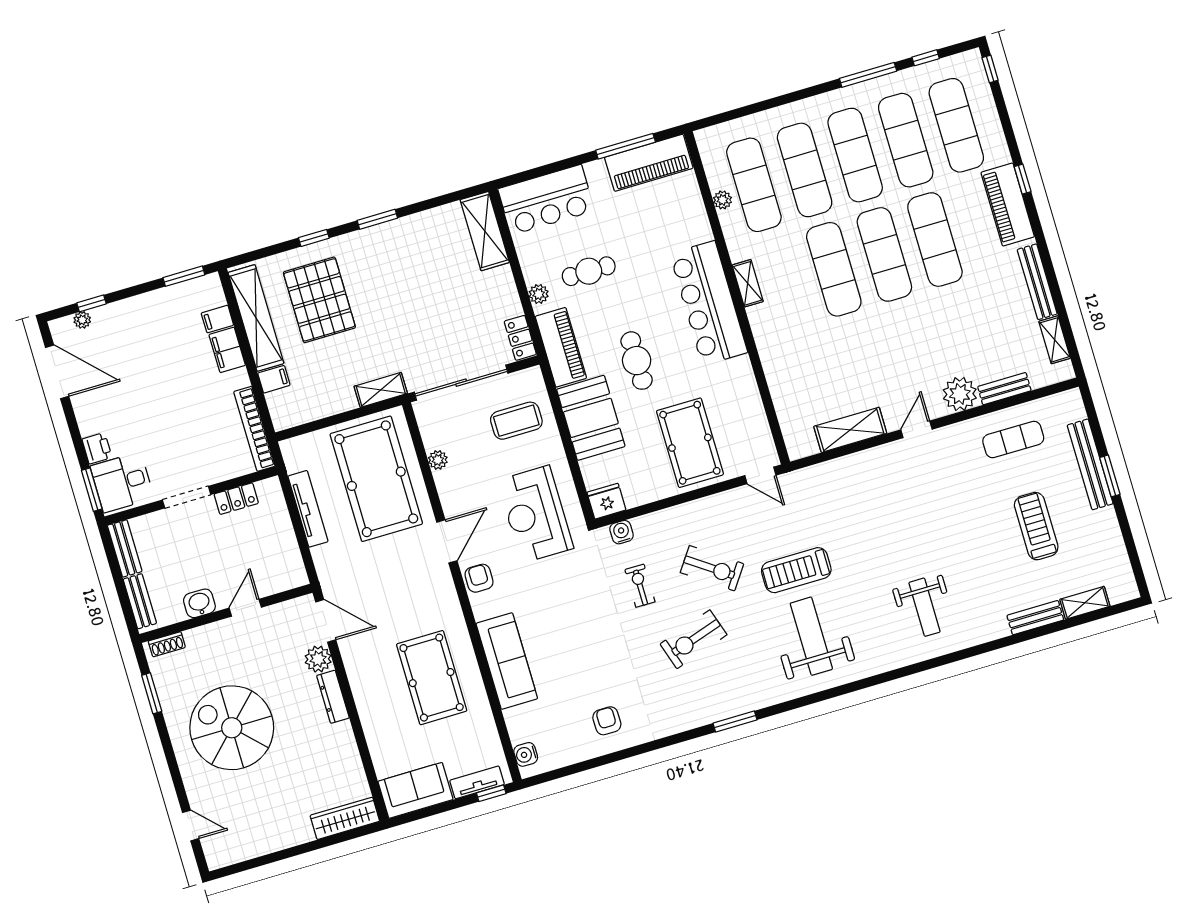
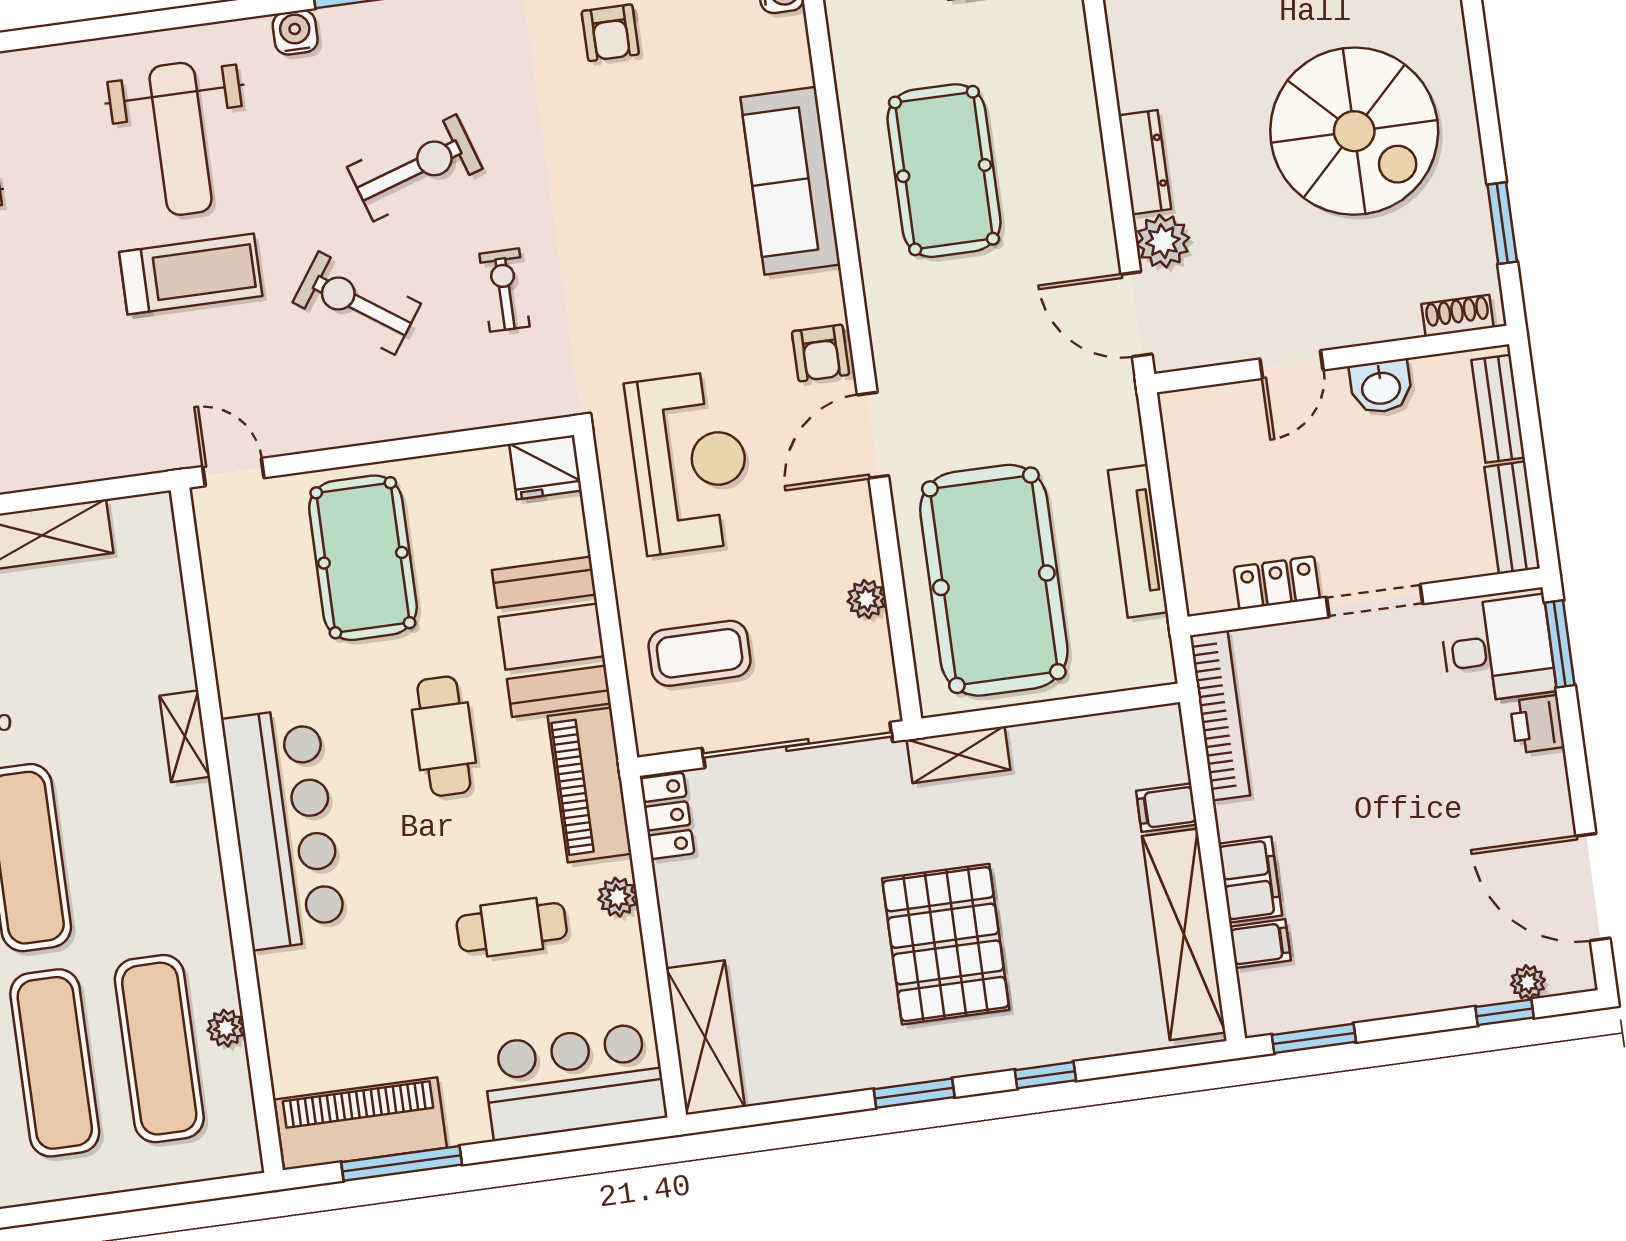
shelving: (748, 283) -> (185, 736), moved
pallet: (319, 300) -> (946, 944), moved
water cooler: (622, 532) -> (295, 32), moved, turned 180
exercise bike: (640, 586) -> (504, 290), turned 180

